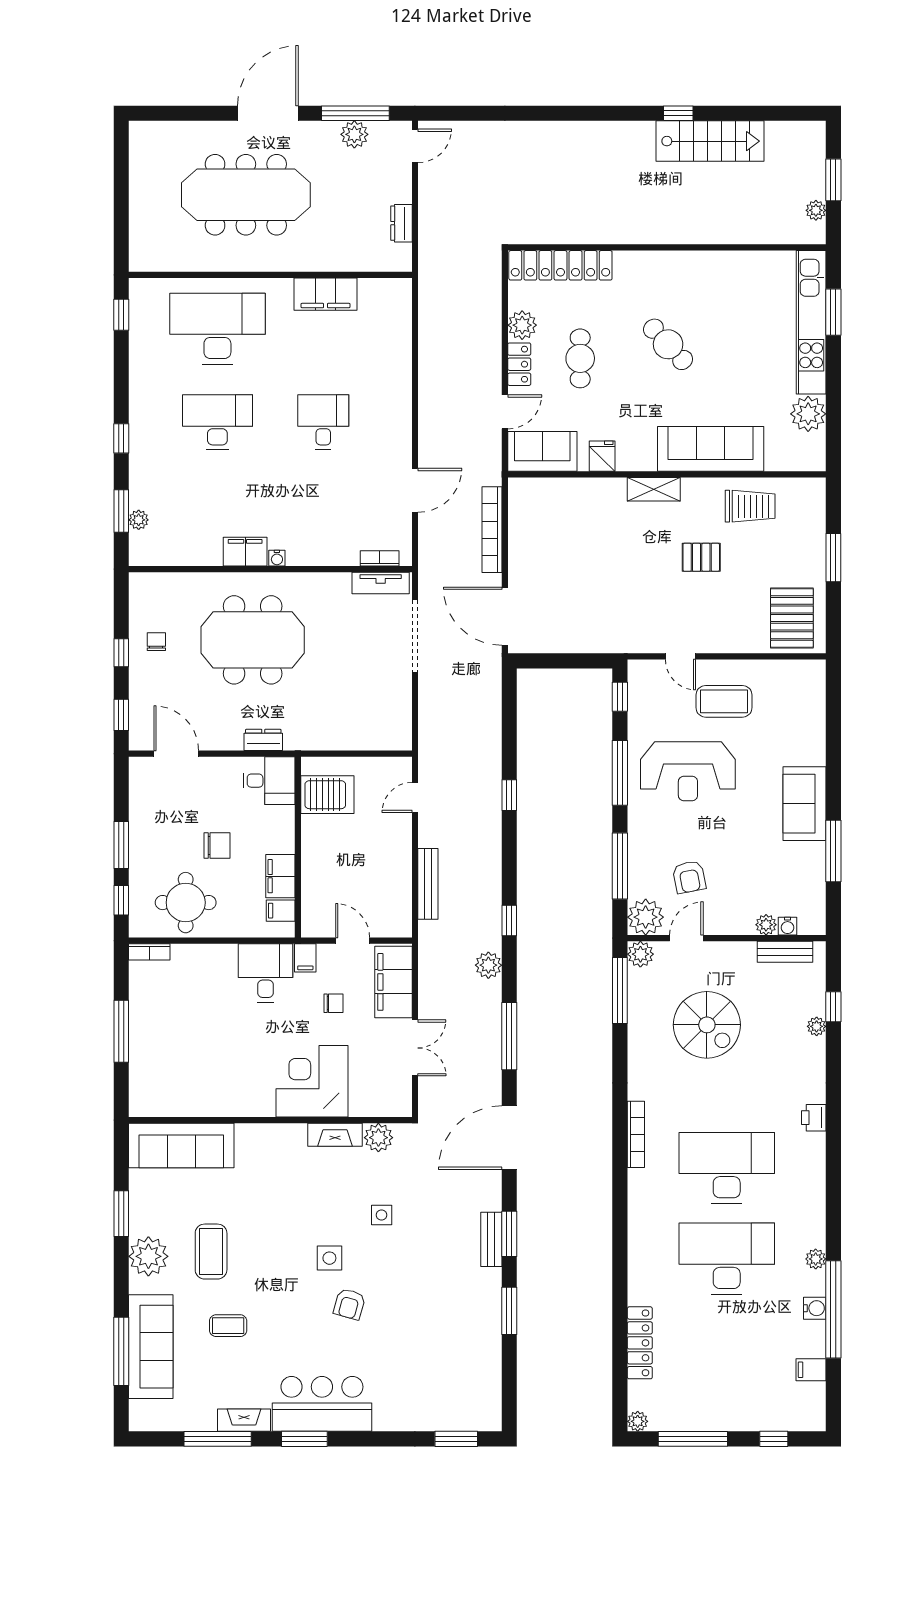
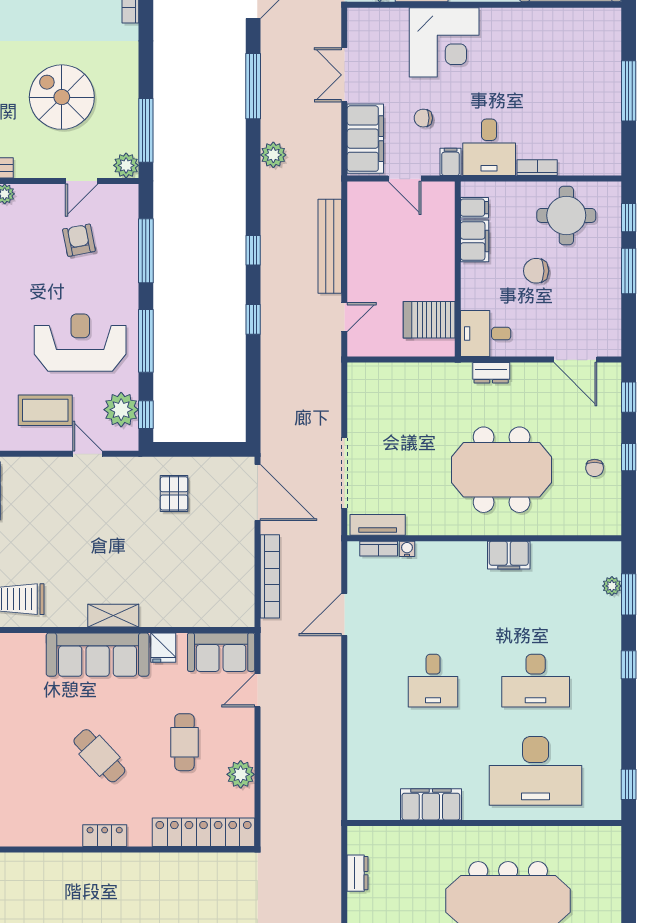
locker: (519, 364) -> (105, 836), moved, turned 90
sofa: (711, 449) -> (98, 655), moved
pallet: (701, 557) -> (174, 493), moved, turned 90
water cooler: (277, 558) -> (407, 549), moved
bench: (428, 884) -> (330, 246), width x1.37, depth x1.21
plant: (646, 917) -> (121, 410), moved
window: (509, 921) -> (253, 250), moved
bookcase: (149, 952) -> (537, 168), moved

